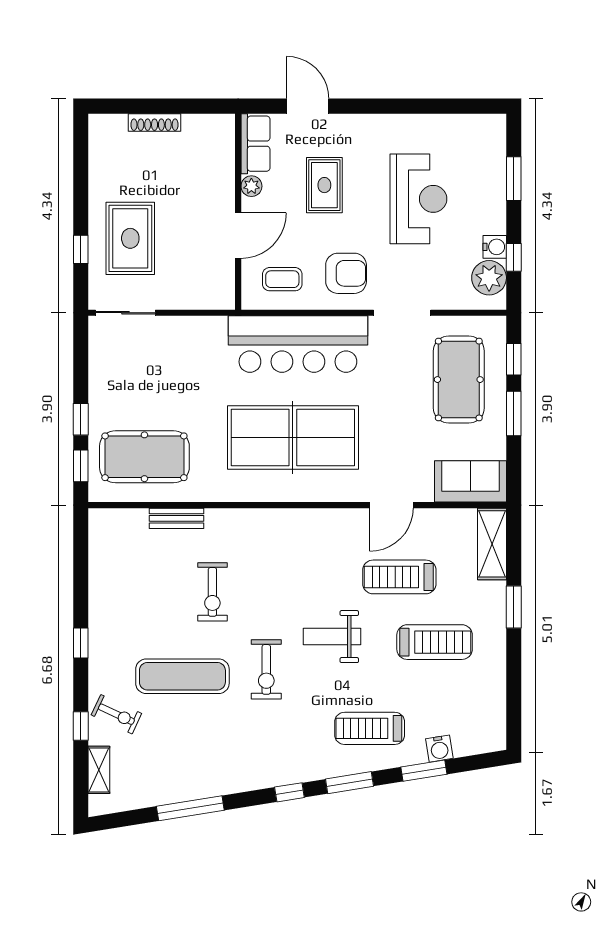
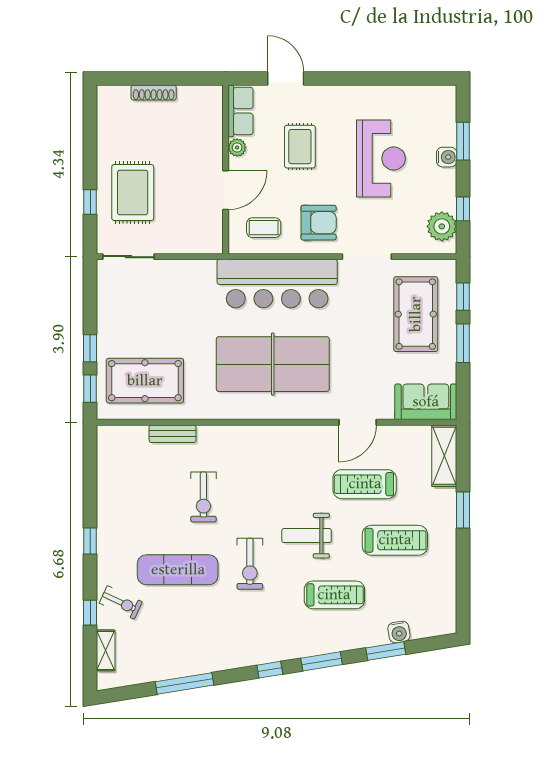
water cooler: (495, 247) -> (447, 157), moved
treadmill: (370, 728) -> (334, 595), moved, turned 180

